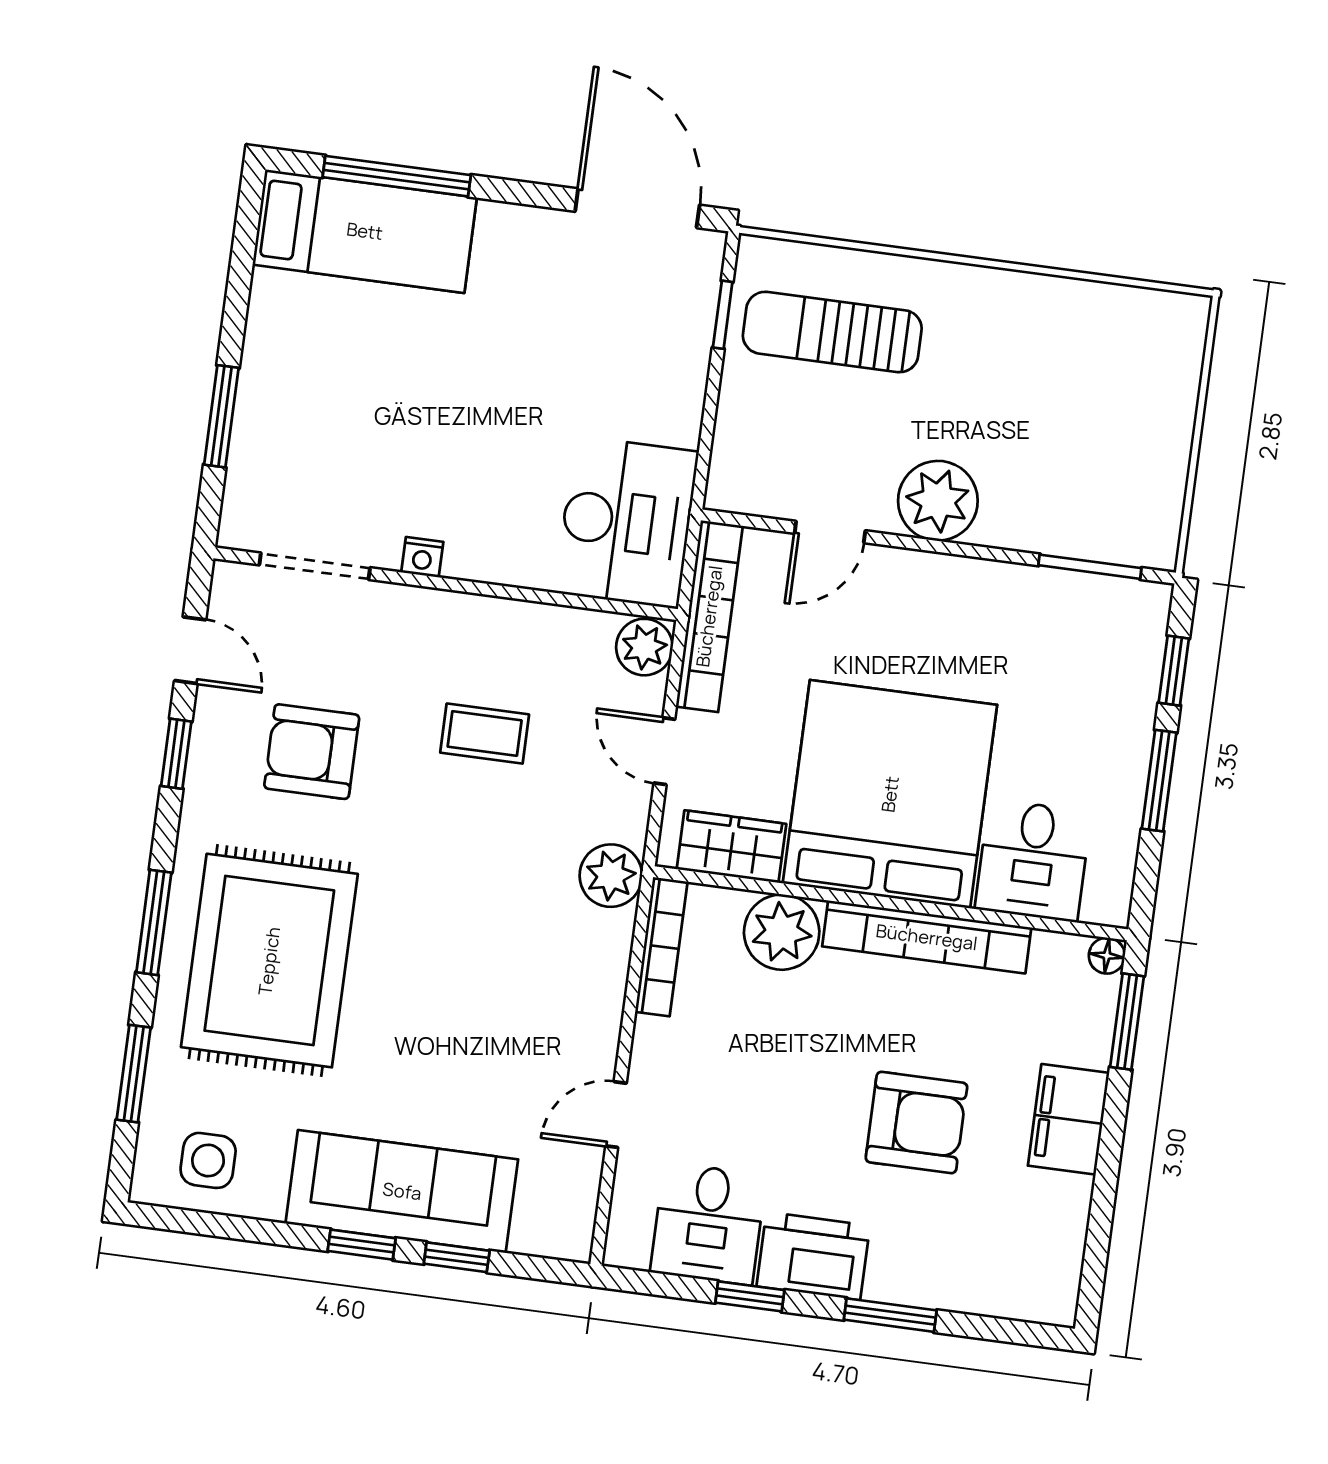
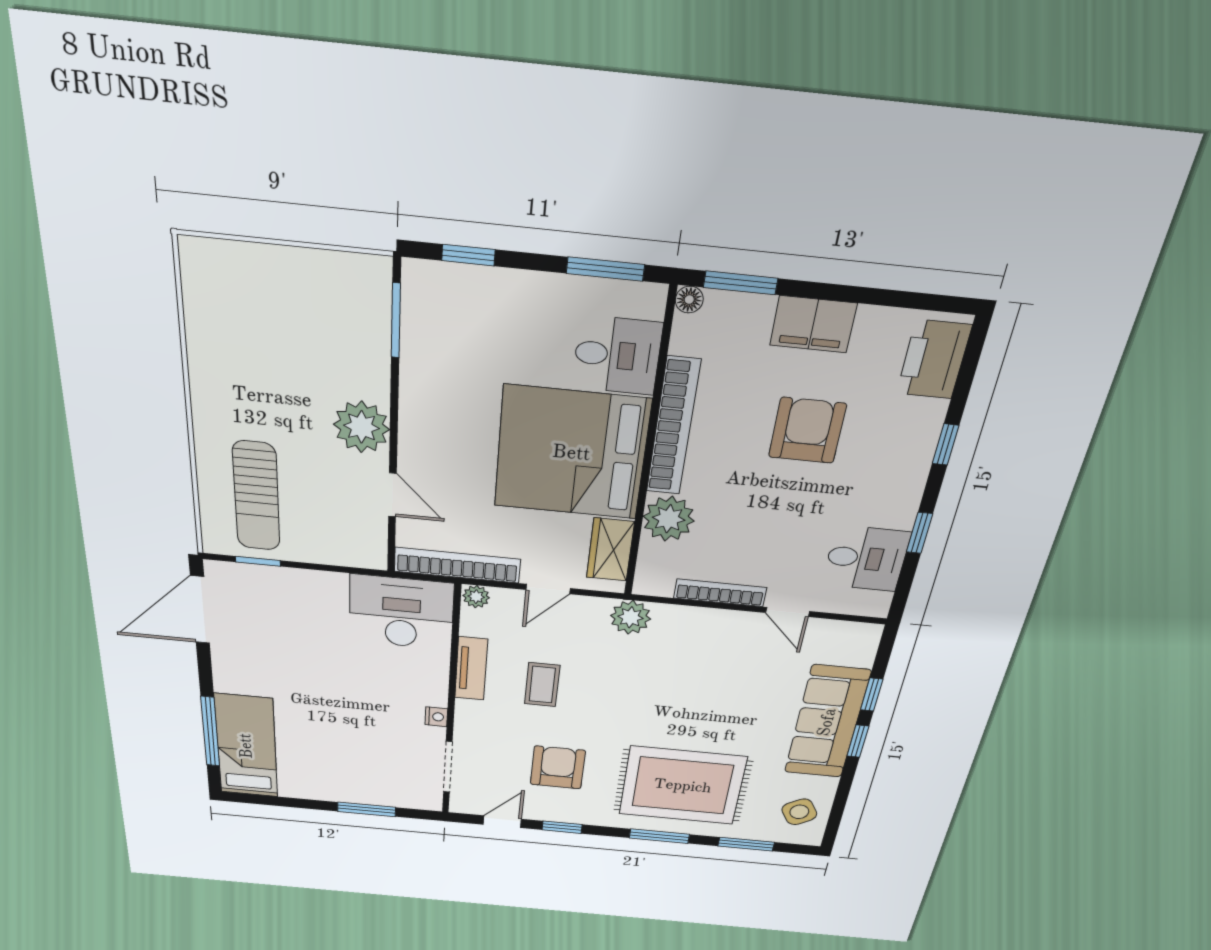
tv unit: (518, 622) -> (471, 669), added
plant: (644, 647) -> (476, 597), width x0.73, depth x0.73
armchair: (312, 752) -> (558, 767), turned 180
window: (1159, 781) -> (605, 269), moved
bookcase: (661, 947) -> (720, 593), moved
side table: (208, 1160) -> (799, 812), turned -31
printer: (813, 1256) -> (934, 359), moved
window: (890, 1315) -> (946, 444), width x0.67

